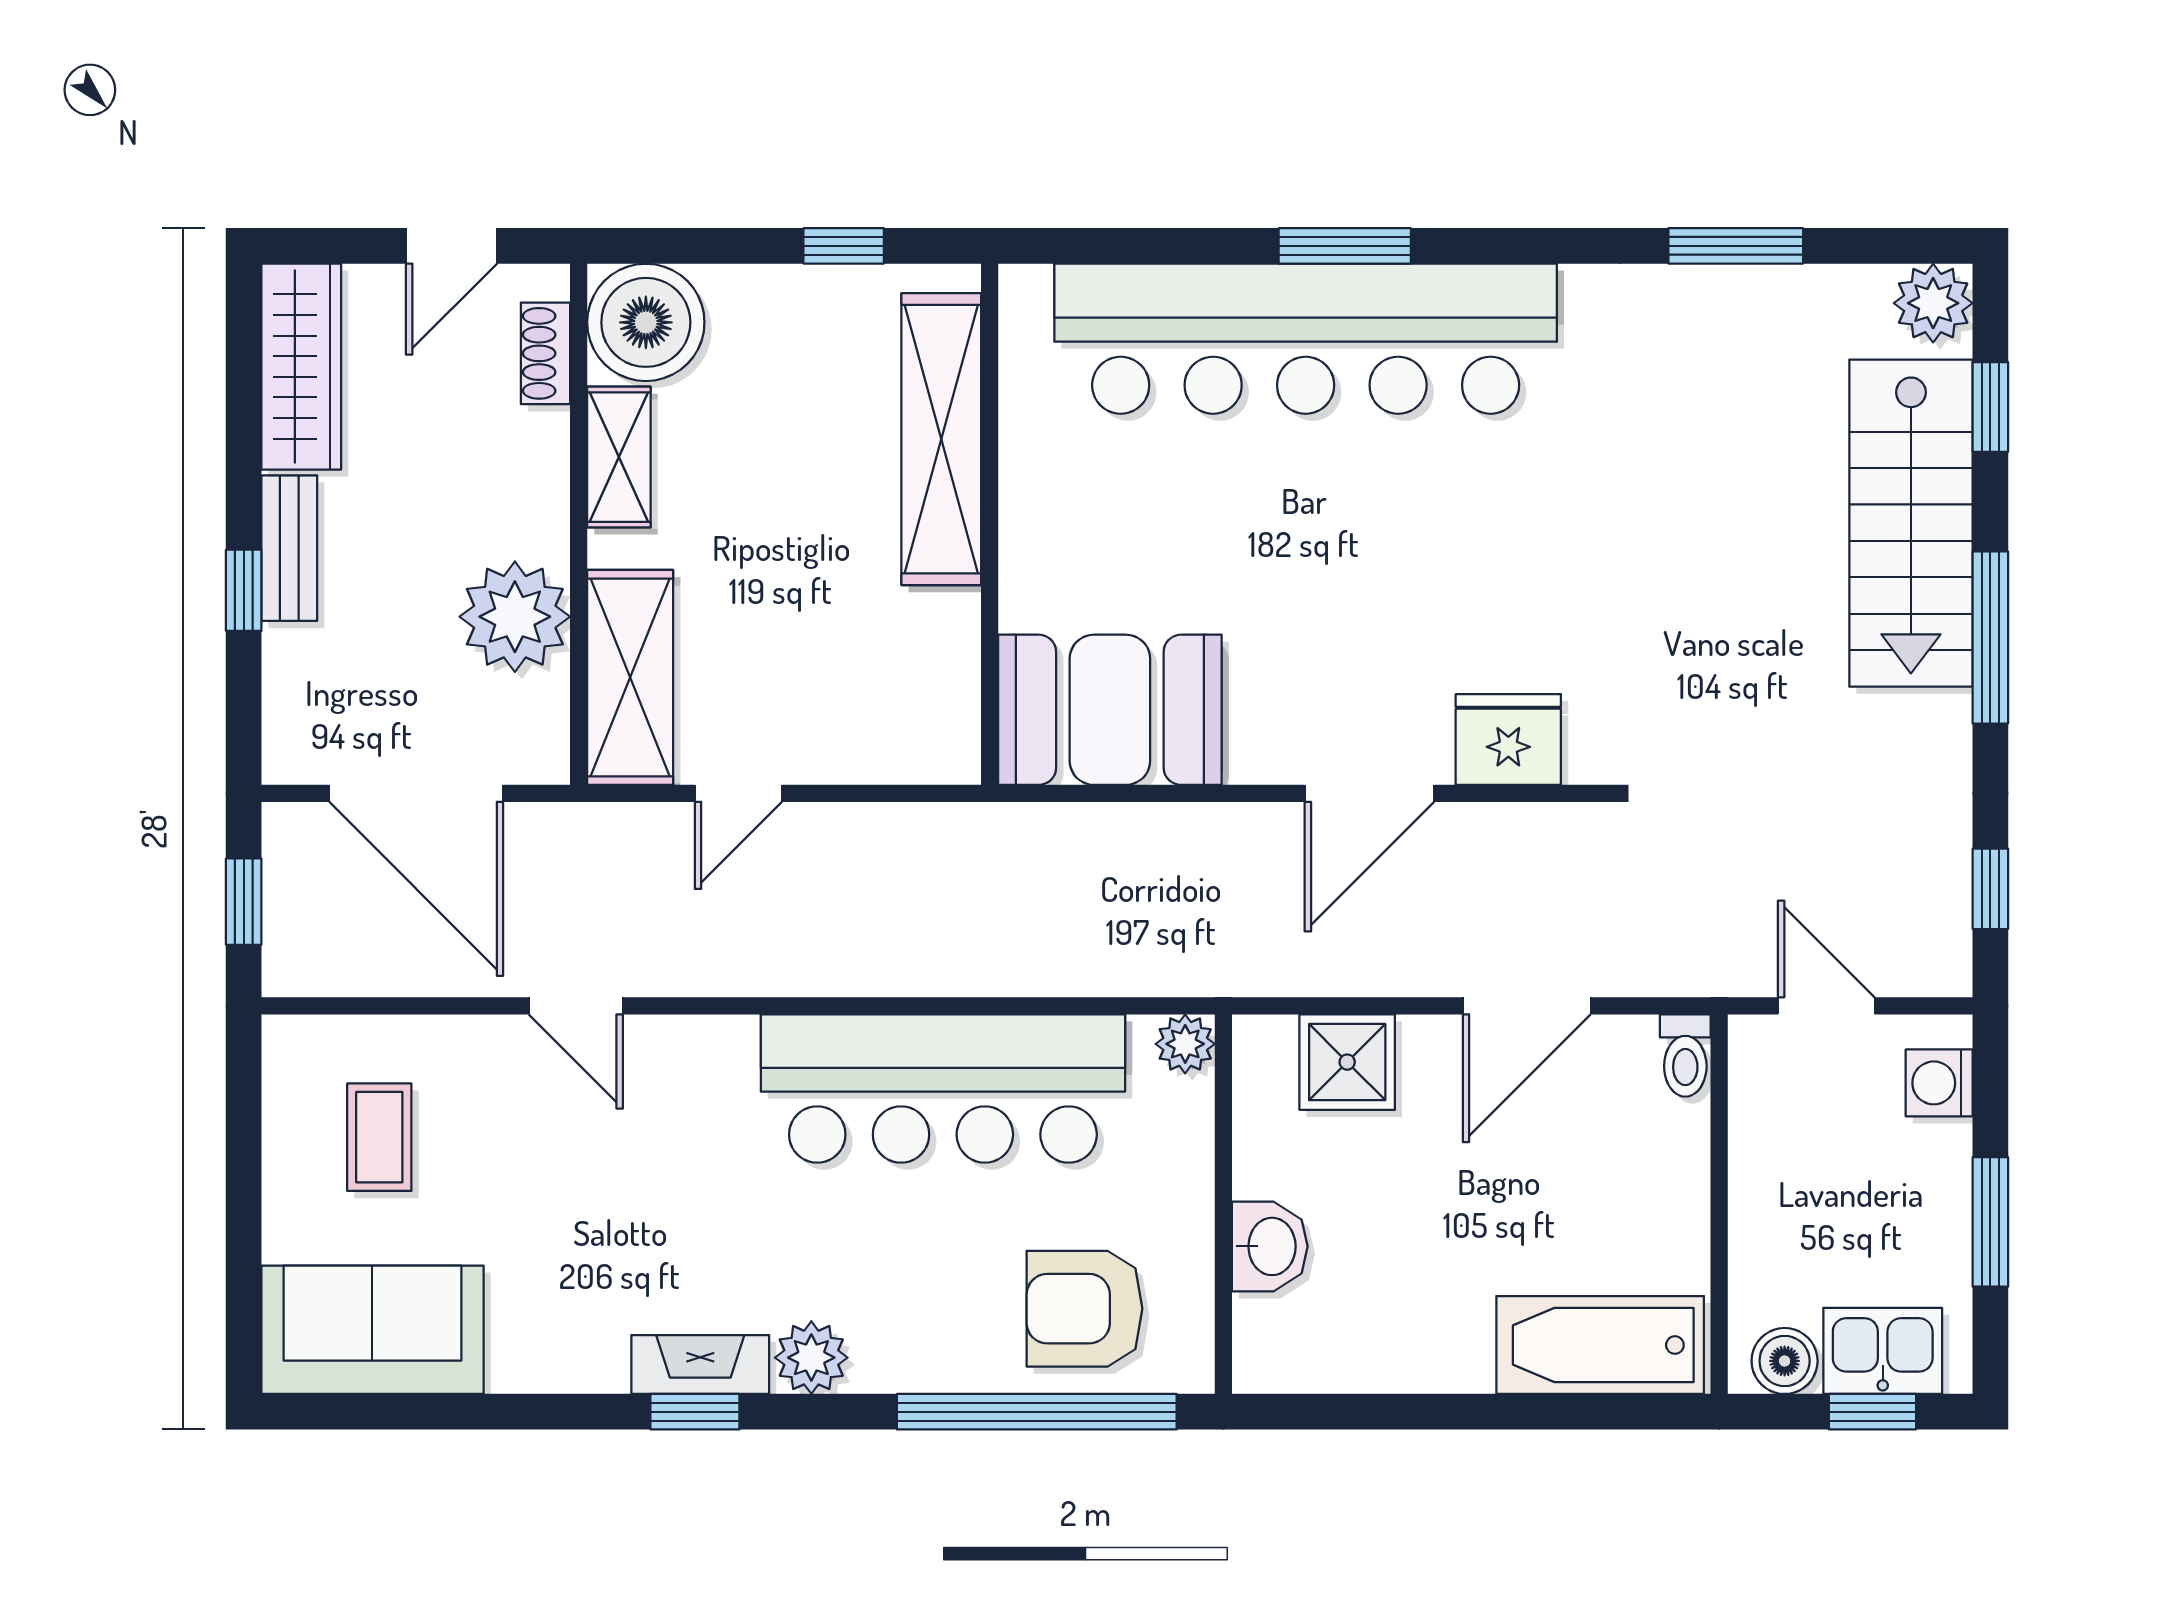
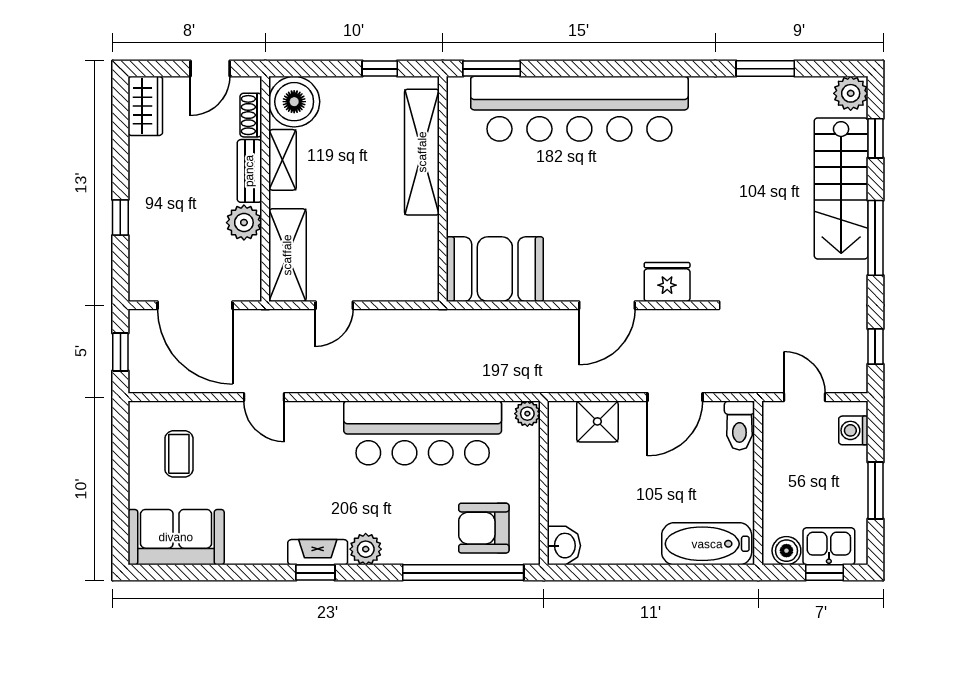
window: (1345, 246) -> (492, 69), moved
wardrobe: (301, 367) -> (145, 106), width x0.67
bench: (289, 548) -> (249, 171), moved
plant: (515, 617) -> (244, 223), width x0.73, depth x0.73
toilet: (1685, 1056) -> (739, 425), width x1.37, depth x1.39
washbasin: (1270, 1246) -> (564, 546), moved

